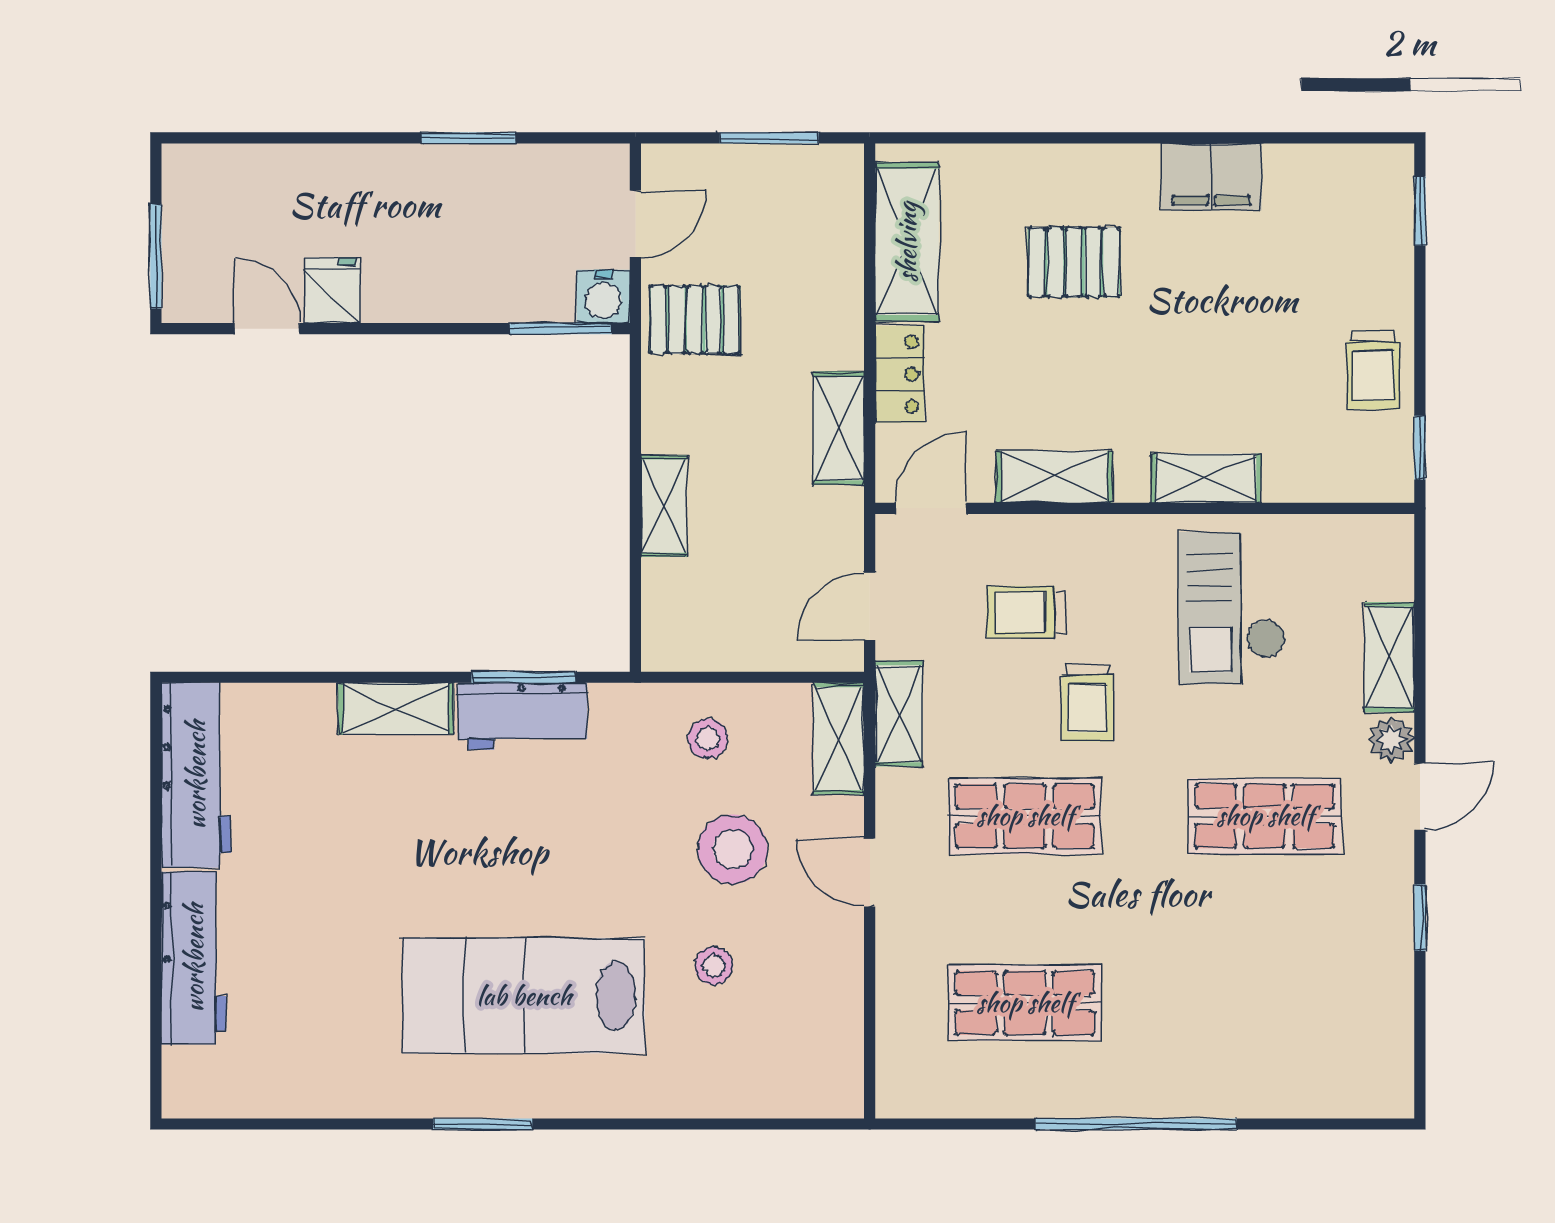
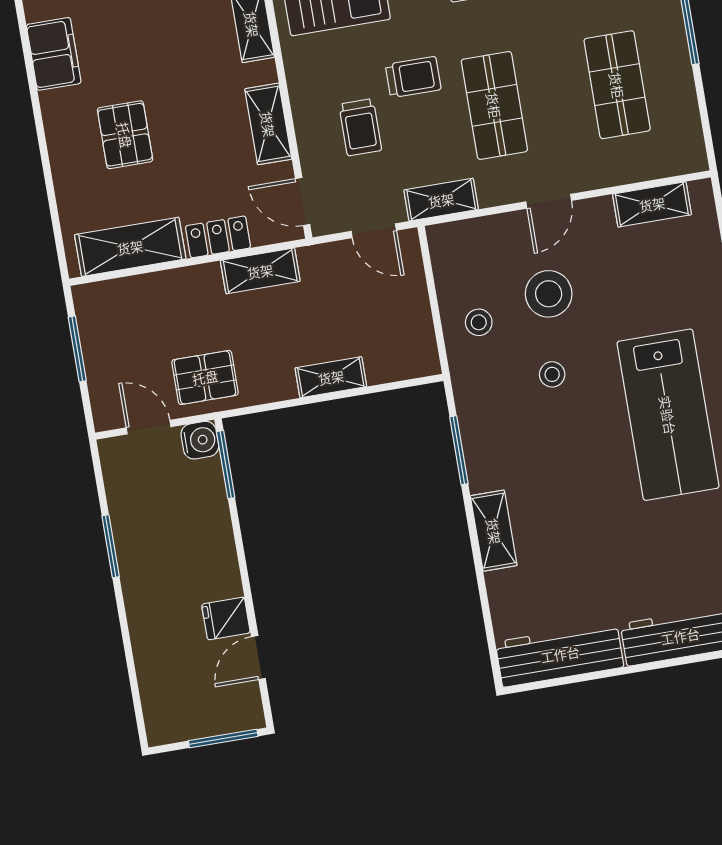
pallet: (695, 320) -> (205, 377), turned 90
workbench: (523, 716) -> (485, 447), removed
shelving: (839, 739) -> (652, 204), moved
stool: (714, 966) -> (552, 374), moved

